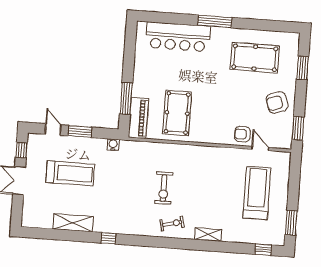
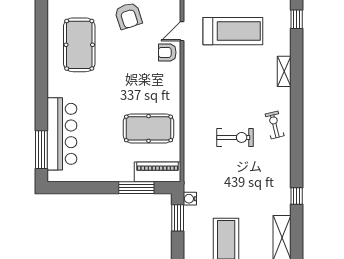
window: (215, 21) -> (41, 150), moved
window: (80, 131) -> (178, 218), moved
armchair: (242, 134) -> (167, 52), turned 90
treadmill: (257, 193) -> (233, 31), turned 180
shelving: (208, 235) -> (284, 71), moved

